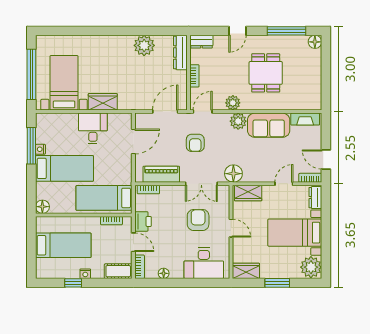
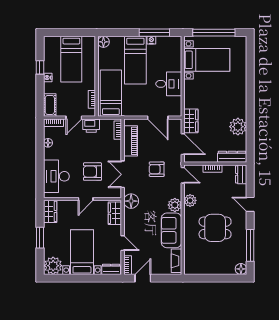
wardrobe: (103, 102) -> (191, 121), moved
armchair: (198, 220) -> (92, 172), turned 180

